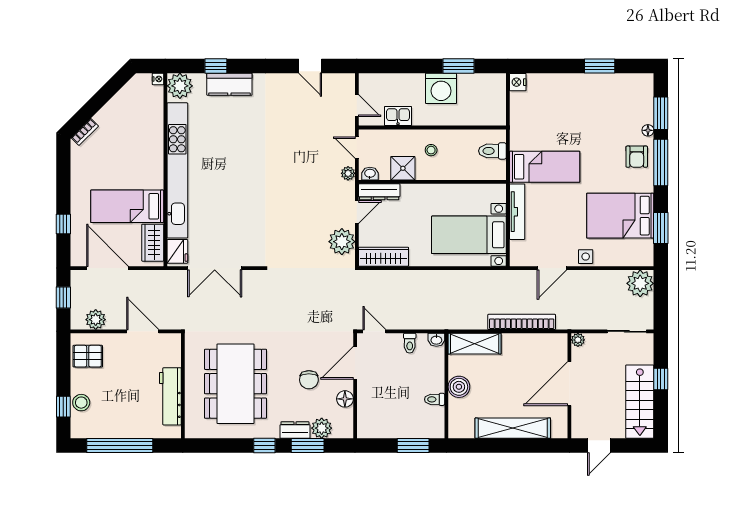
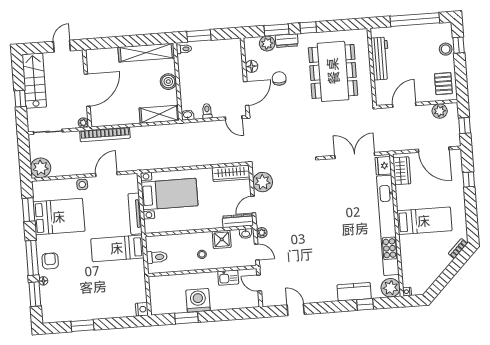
bed: (127, 206) -> (424, 221), moved
bookcase: (522, 322) -> (105, 134), moved
door: (143, 331) -> (404, 105), swing flipped
pallet: (88, 356) -> (443, 84), turned 90
toilet: (435, 399) -> (184, 49), moved
shelving: (513, 428) -> (146, 53), moved

